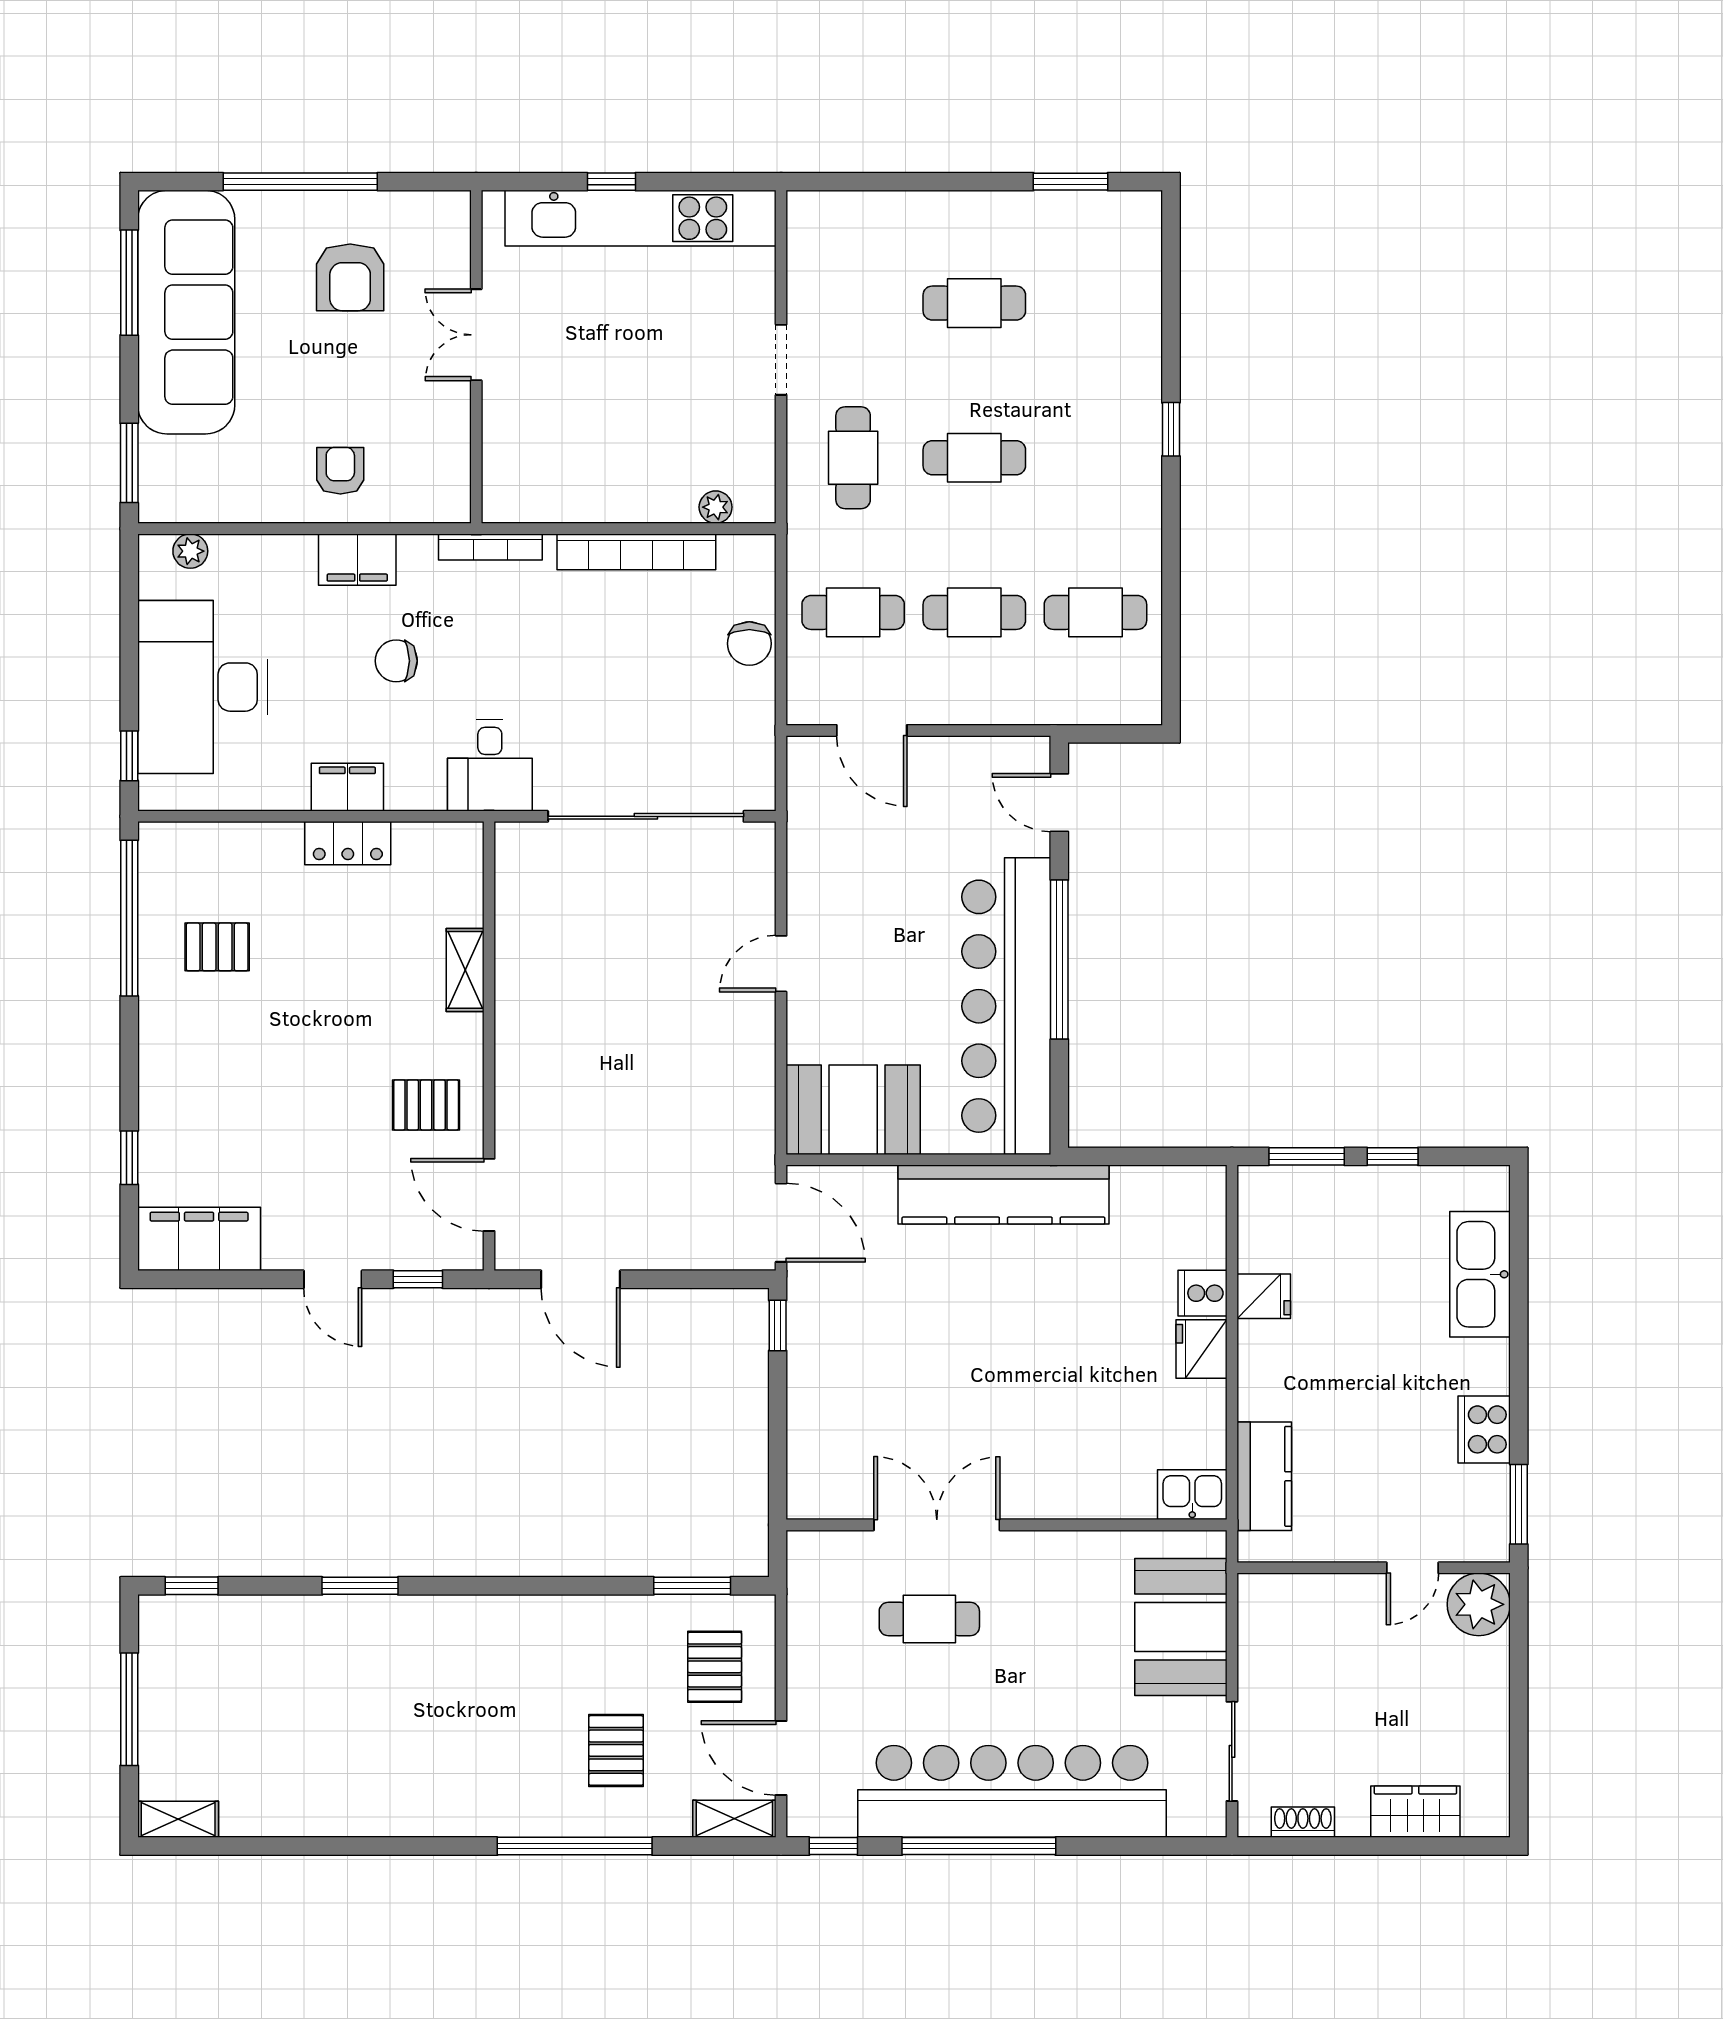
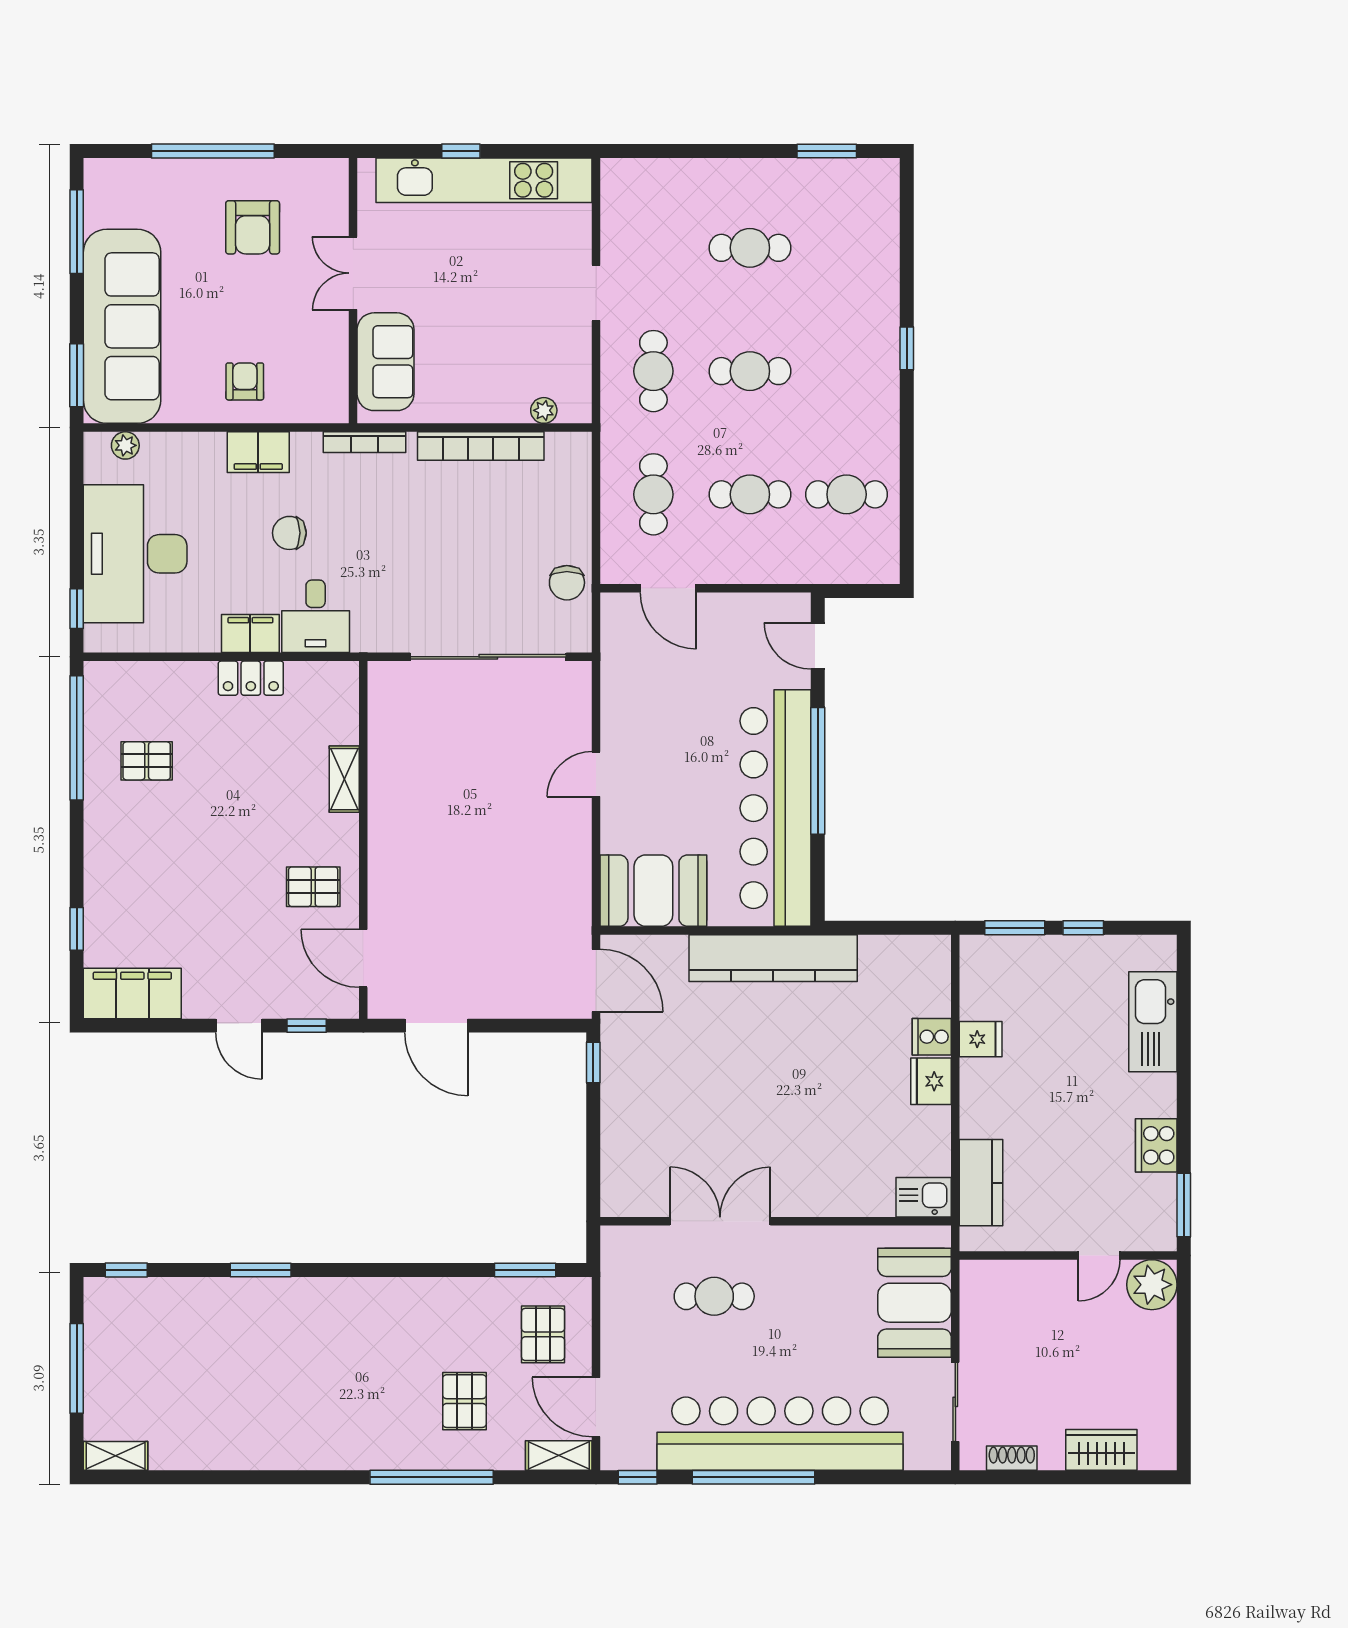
sofa: (186, 312) -> (122, 326), moved
sofa: (517, 446) -> (386, 362), added
cafe table: (853, 612) -> (653, 494), turned 90
chair: (749, 644) -> (567, 583), moved
desk: (490, 766) -> (316, 616), moved

